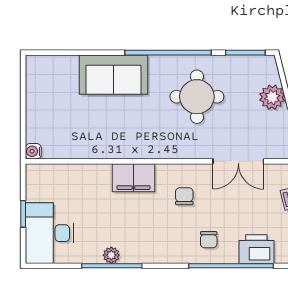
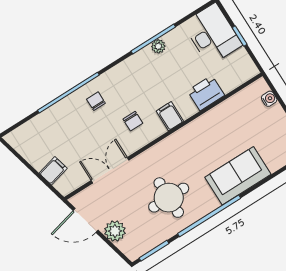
water cooler: (33, 151) -> (269, 99), moved
filing cabinet: (133, 178) -> (170, 116), width x0.50
printer: (256, 249) -> (206, 93), moved, turned 180

